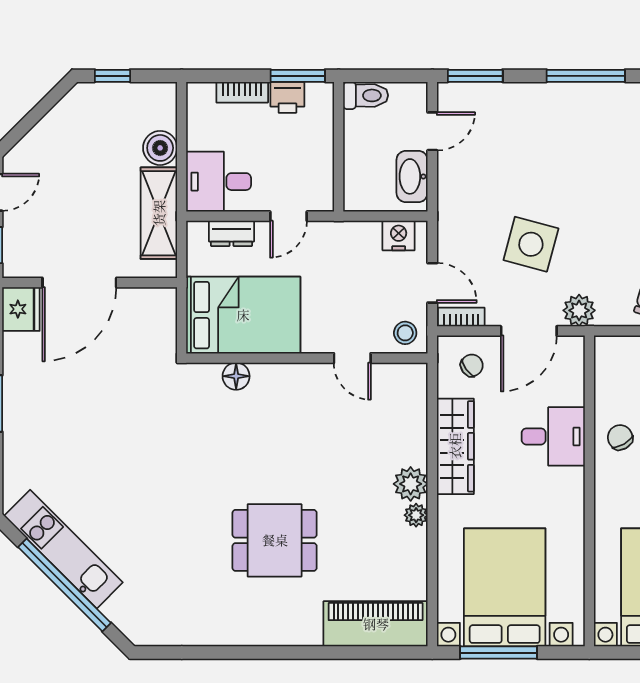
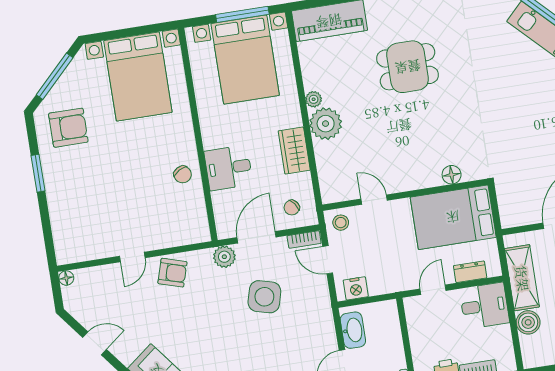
wardrobe: (455, 446) -> (294, 151), width x0.67
plant: (411, 484) -> (326, 124), width x1.36, depth x1.36

